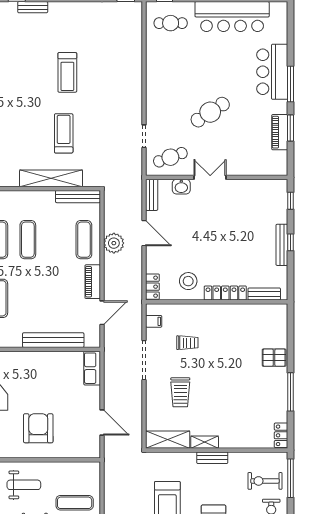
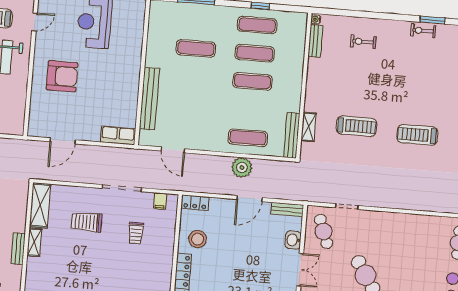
shelving: (51, 178) -> (309, 127), width x0.45, depth x0.75
piano: (93, 282) -> (205, 143), removed

